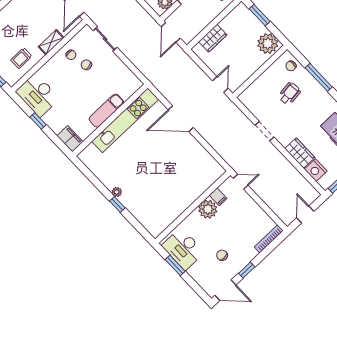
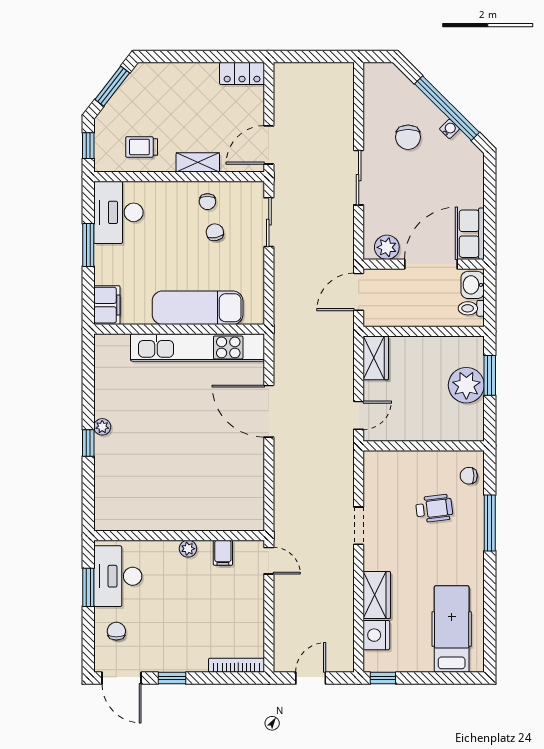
wardrobe: (213, 38) -> (376, 358), moved, turned -90
plant: (268, 44) -> (466, 385), moved
exam couch: (106, 111) -> (198, 308), width x1.36, depth x1.45
window: (38, 121) -> (88, 245), width x1.50
plant: (208, 209) -> (188, 549), width x0.53, depth x0.53
chair: (222, 255) -> (116, 631), moved

